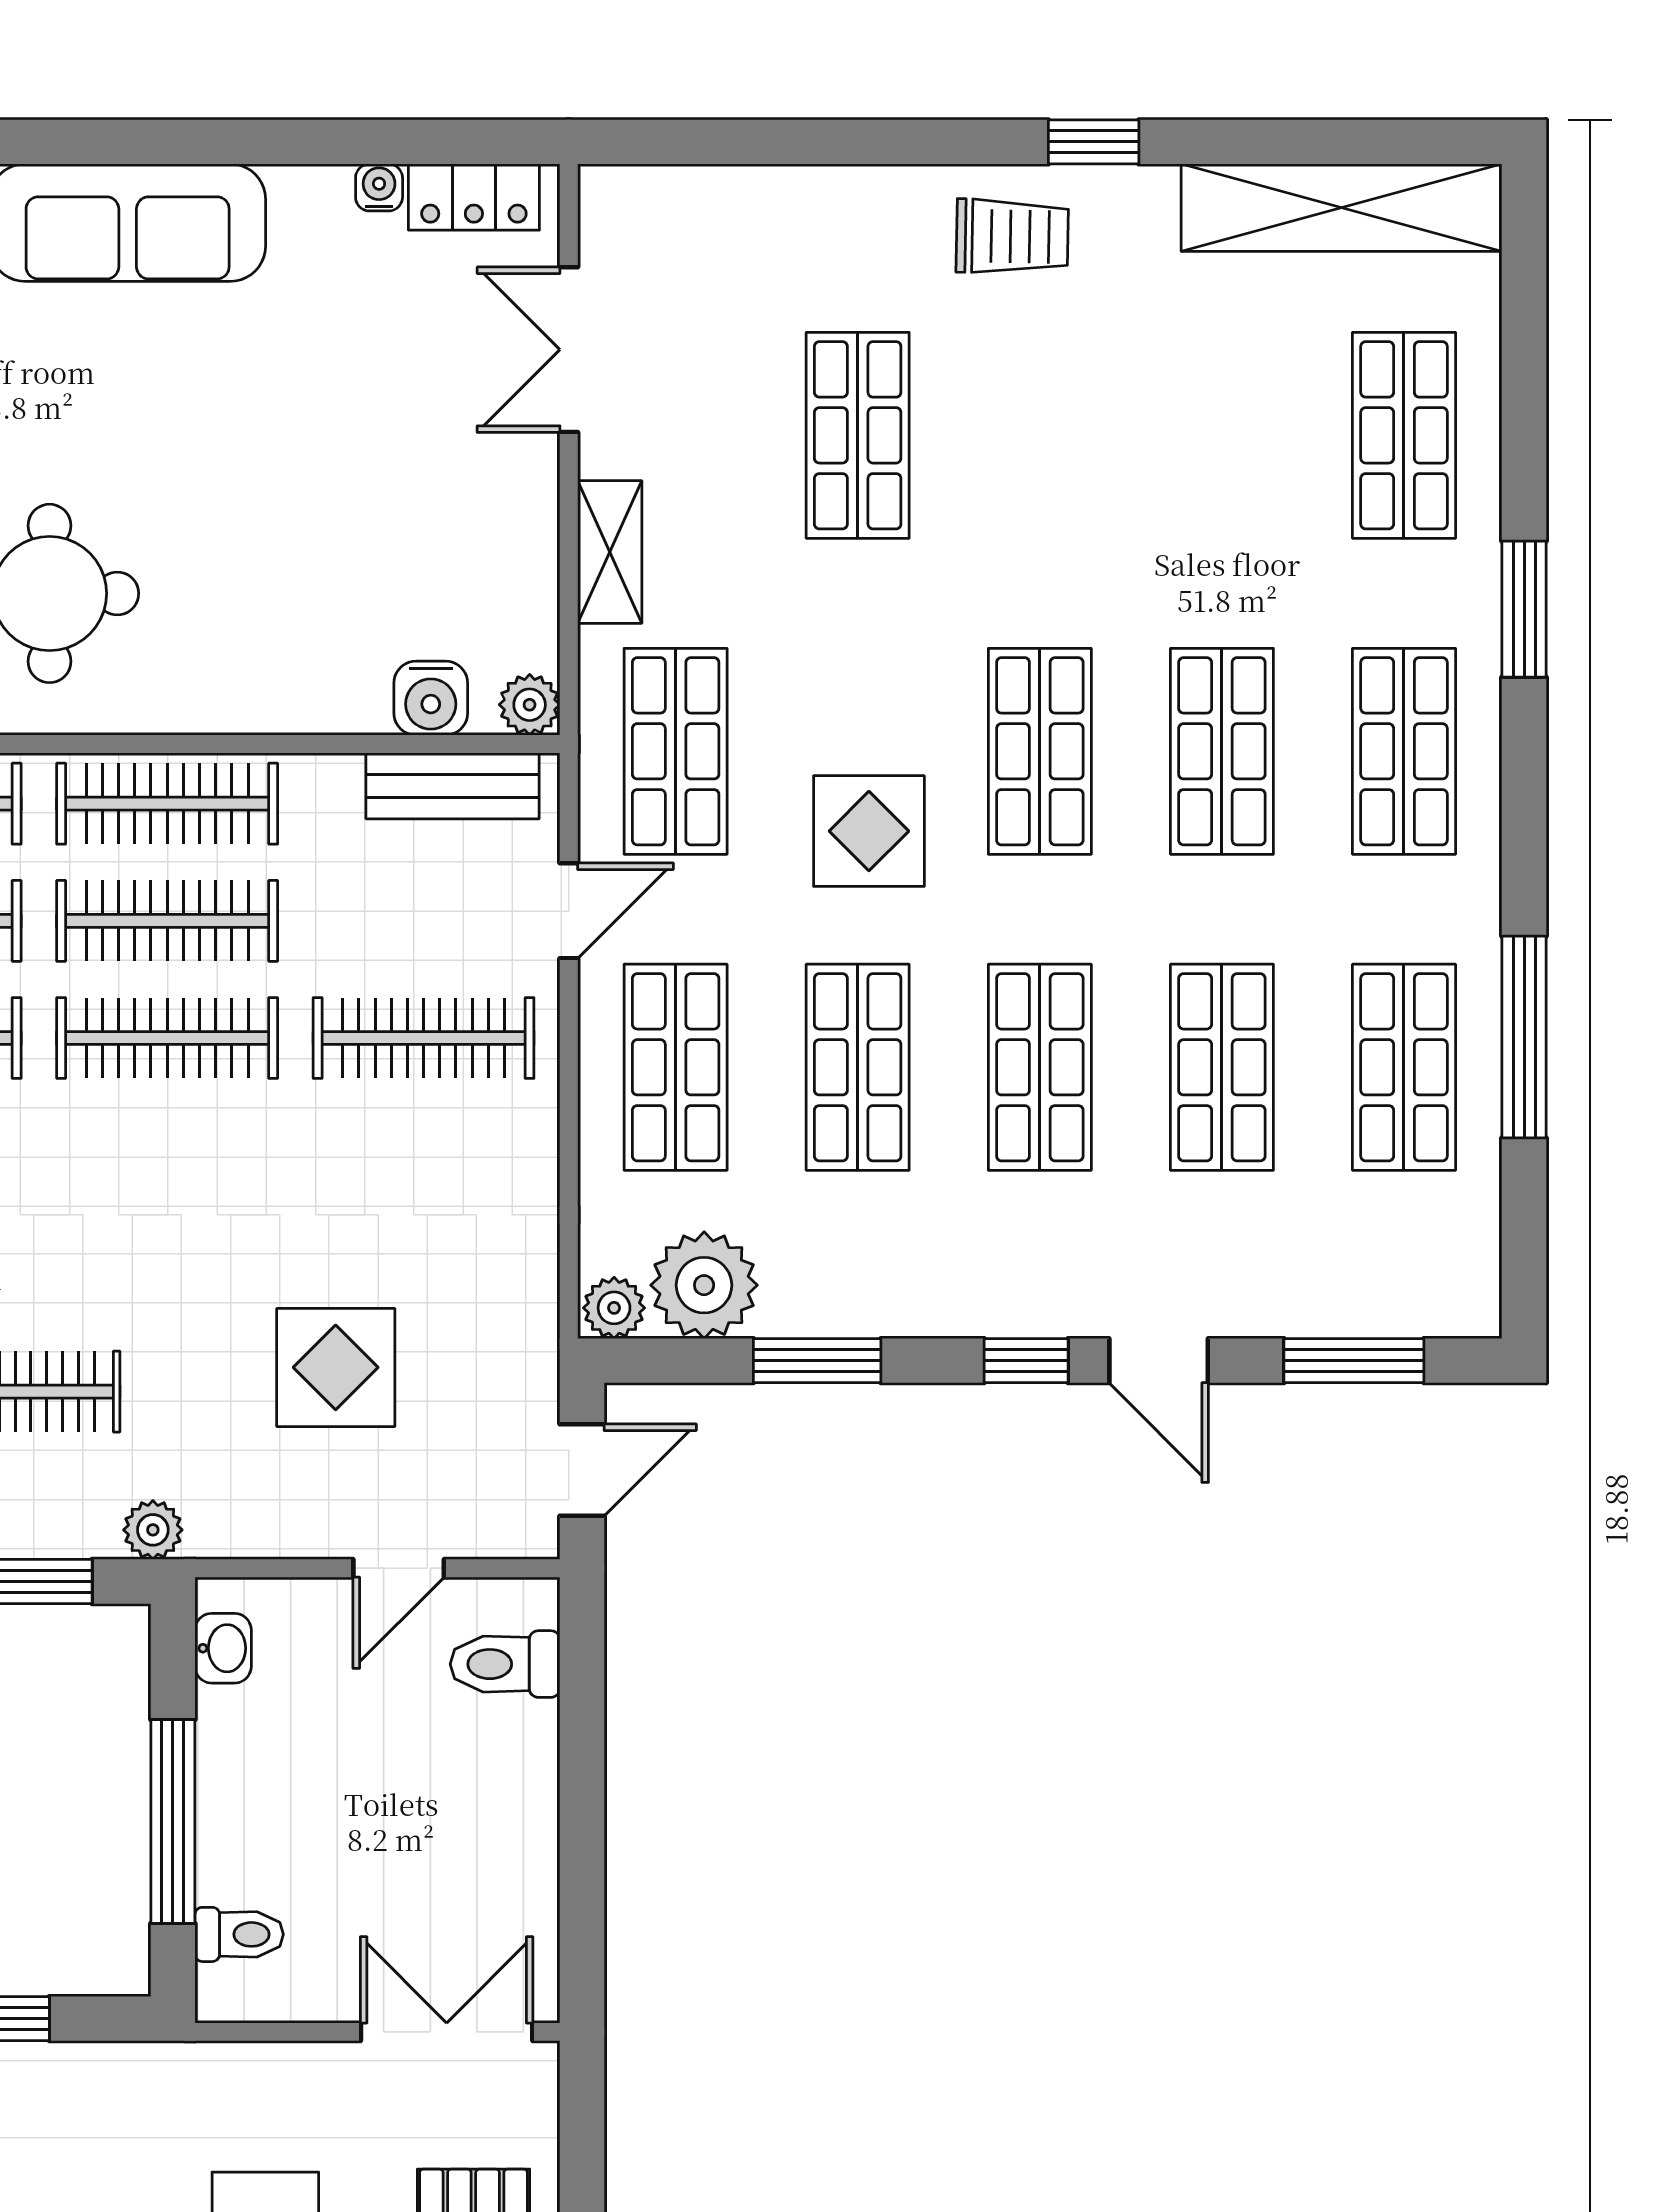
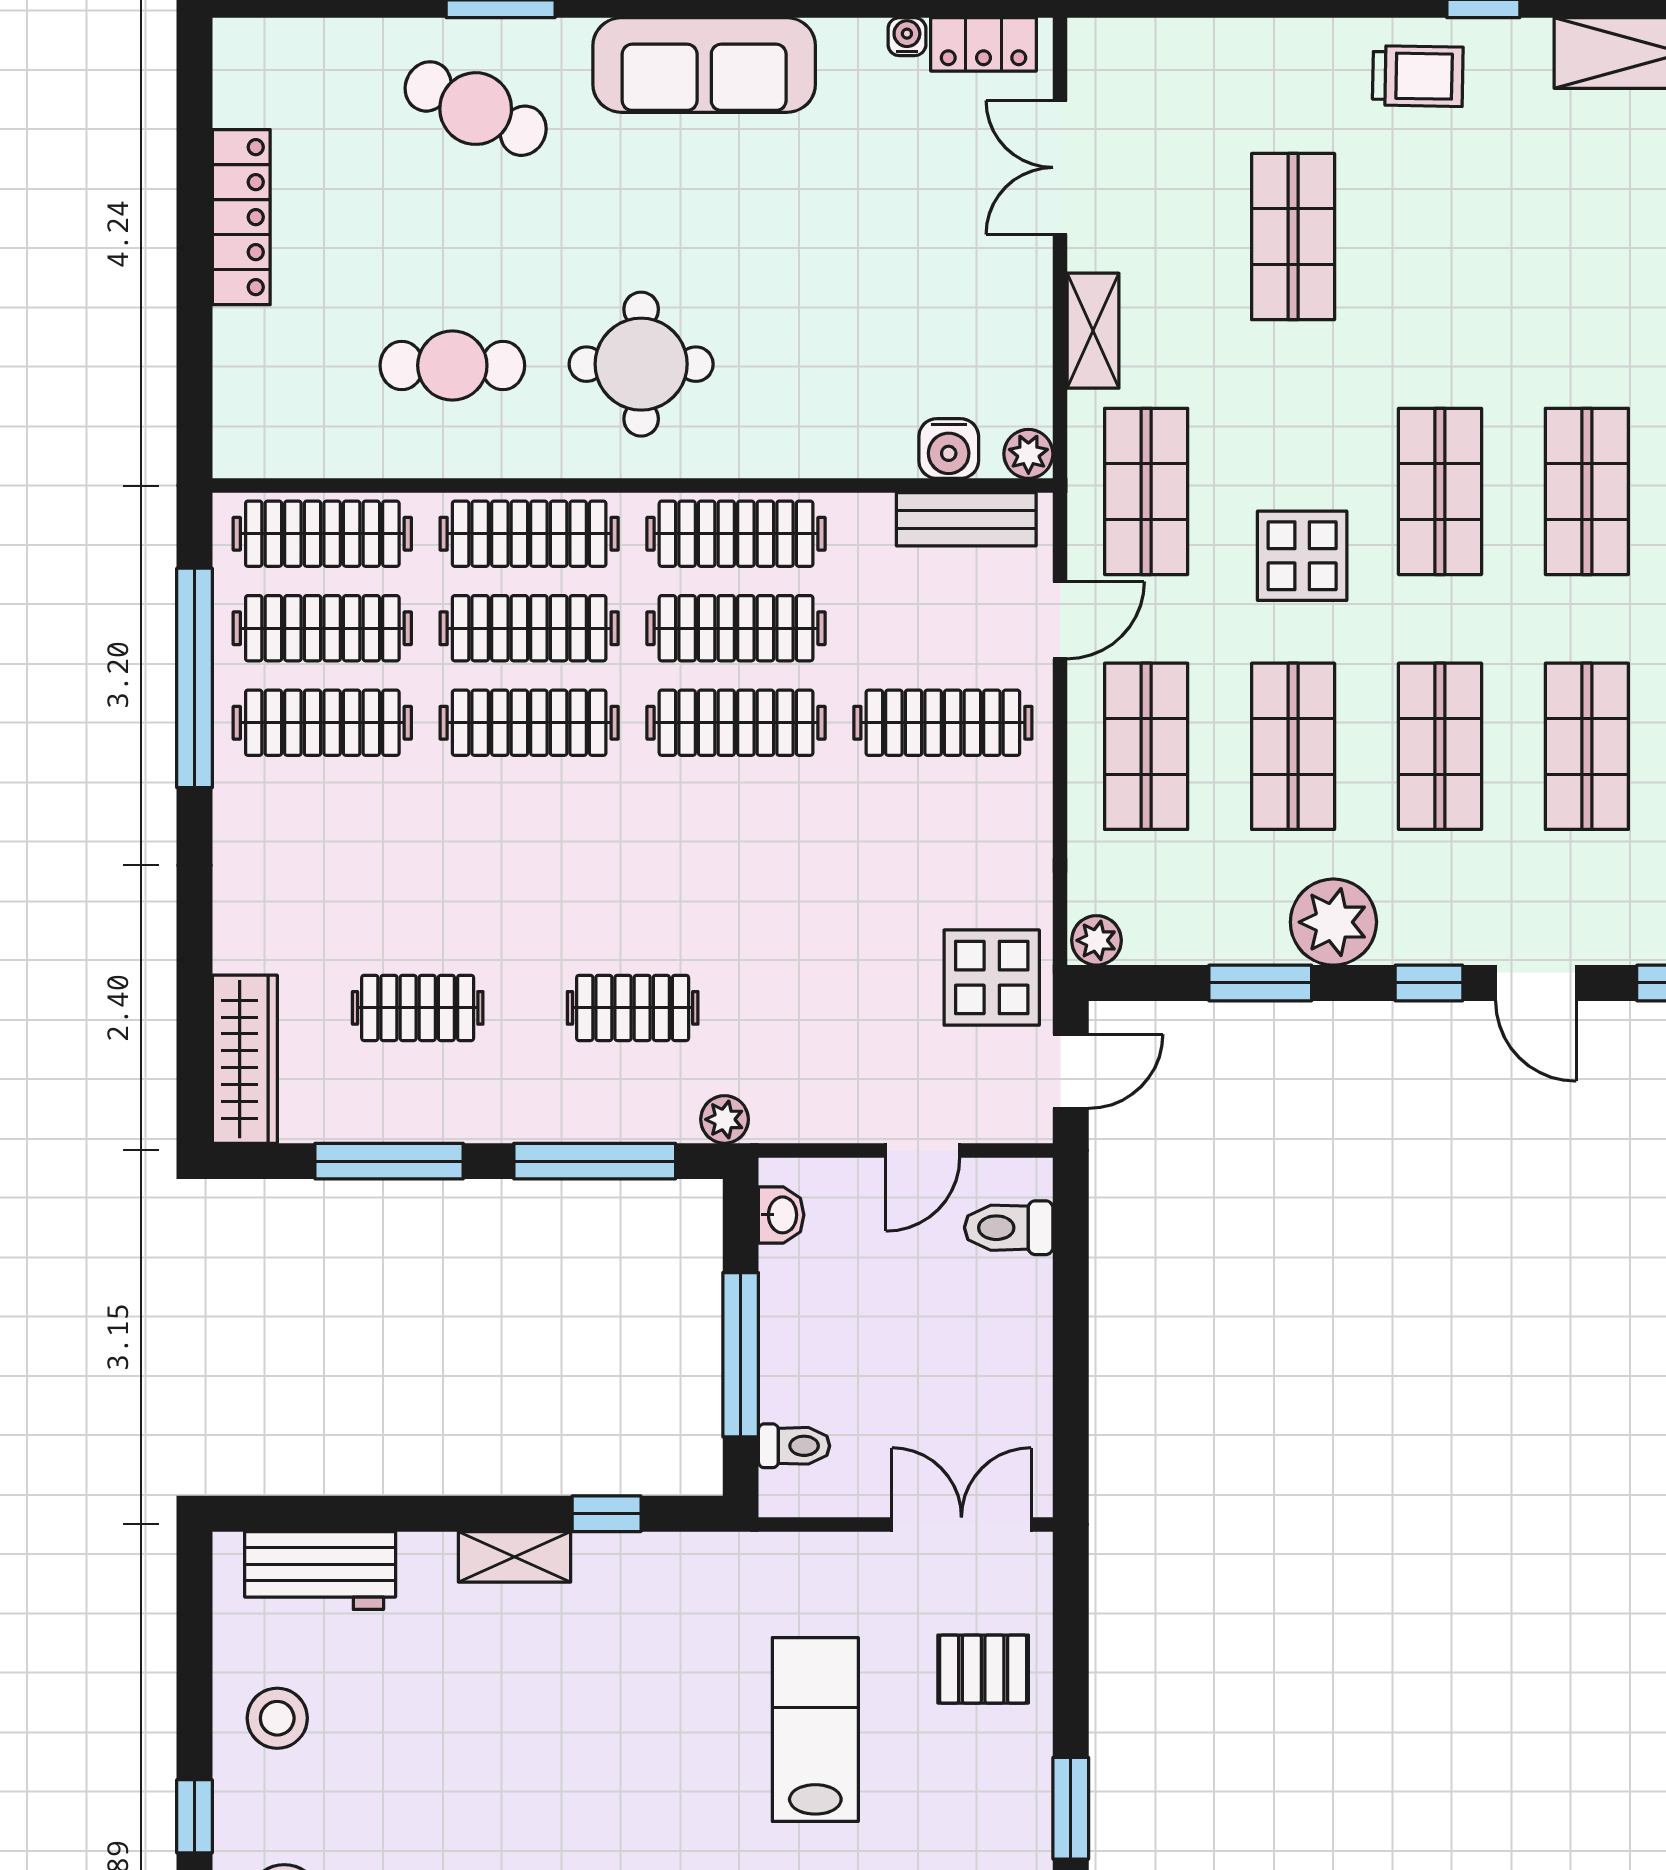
plant: (704, 1285) -> (1333, 922), moved
display table: (336, 1367) -> (992, 978), moved

